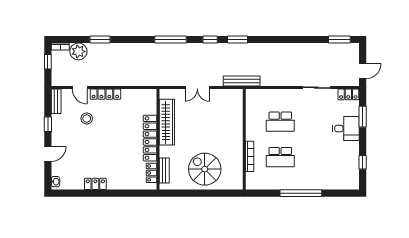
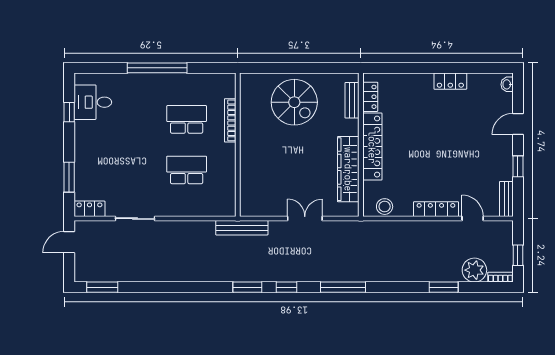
stool: (87, 118) -> (385, 207), moved
desk: (346, 129) -> (93, 102), moved

